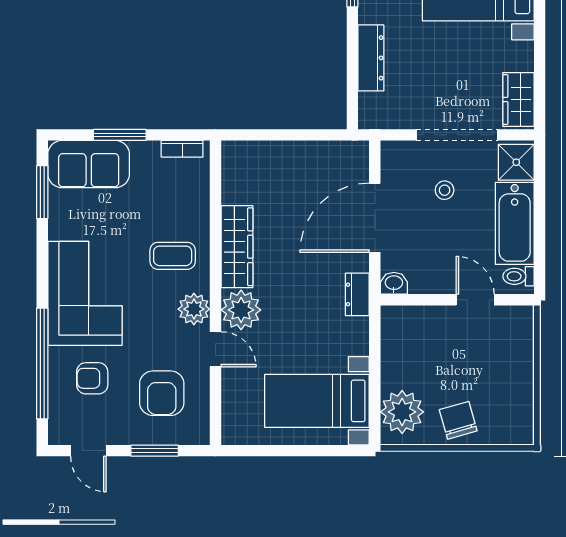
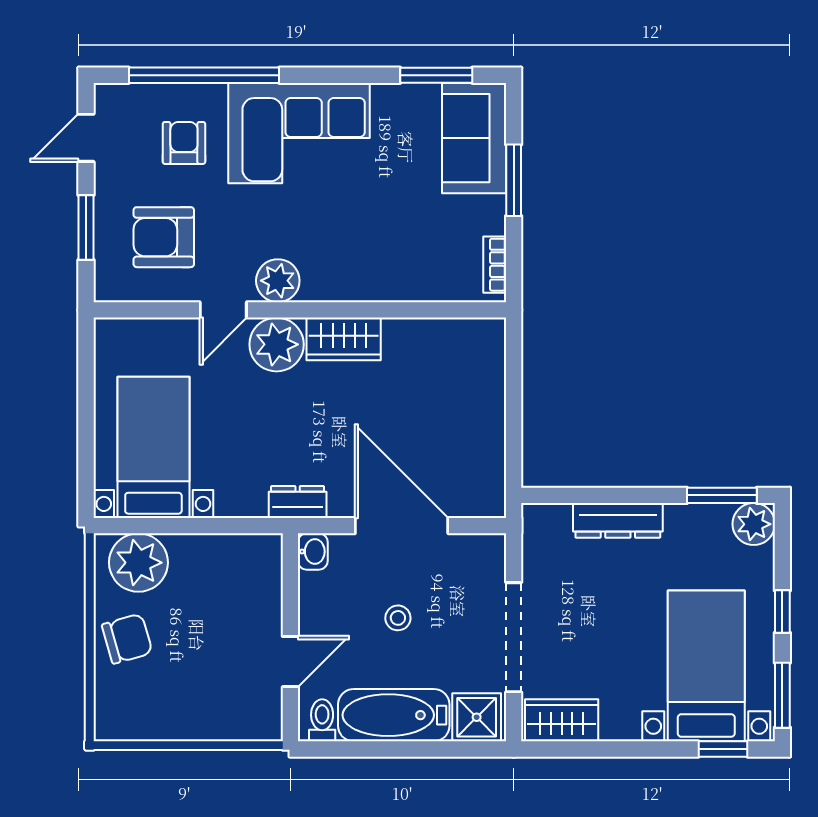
stool: (445, 190) -> (398, 618), moved
wardrobe: (237, 247) -> (344, 339), width x0.67
coffee table: (173, 256) -> (350, 252), removed

